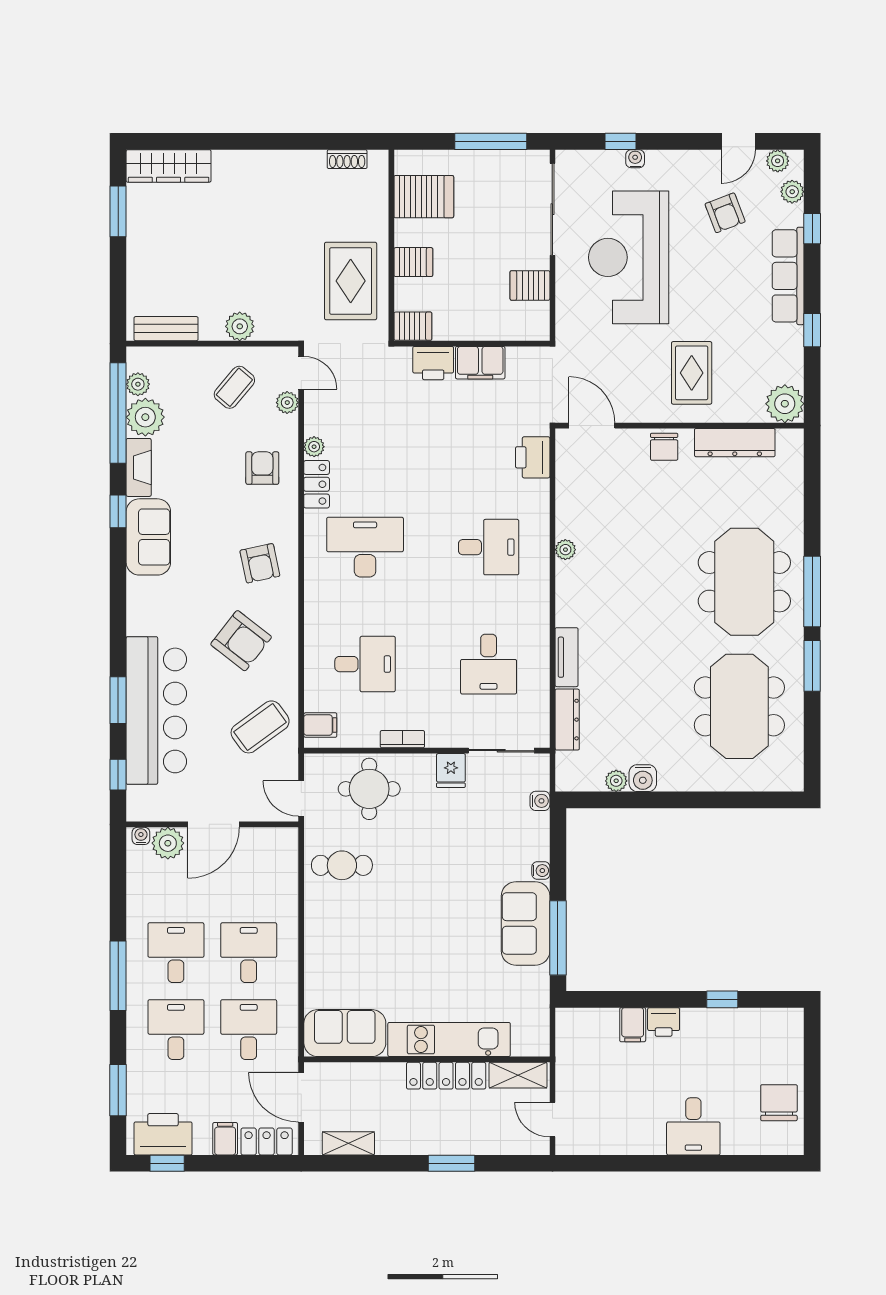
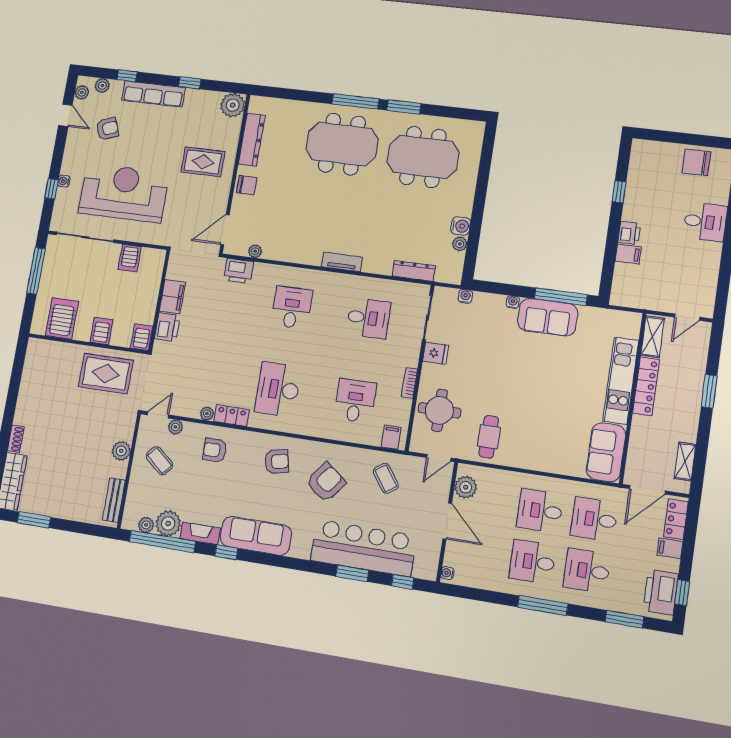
shoe rack: (347, 159) -> (16, 439), moved
reception desk: (629, 257) -> (124, 193), turned 180
sofa: (148, 537) -> (256, 536), width x1.36
plant: (565, 550) -> (255, 251), moved
tv unit: (567, 657) -> (342, 262), moved
coffee table: (260, 727) -> (386, 478), width x0.73, depth x0.77
plant: (168, 843) -> (466, 487), moved

